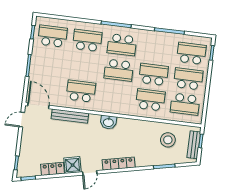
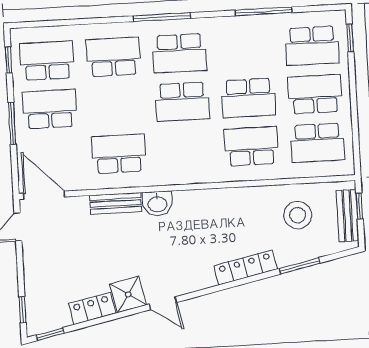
school desk: (191, 53) -> (312, 46), turned 180
school desk: (49, 61) -> (50, 109), added
school desk: (154, 74) -> (249, 98), turned 180
bench: (70, 116) -> (116, 203), width x0.73
washbasin: (108, 122) -> (157, 204), moved
locker: (119, 164) -> (246, 267), moved
door: (90, 173) -> (163, 303), hinge flipped

